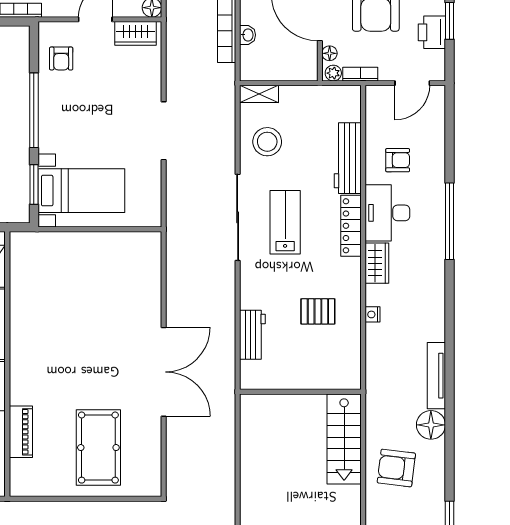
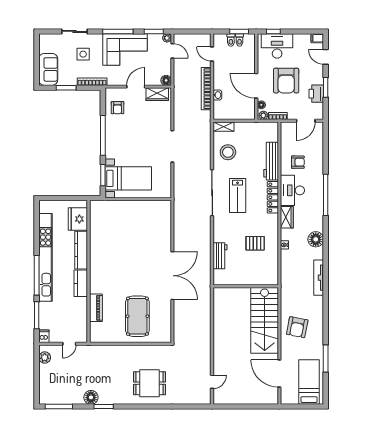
lab bench: (285, 222) -> (238, 195), turned 180
floor lamp: (431, 425) -> (316, 239), moved
stairs: (344, 439) -> (265, 320), width x1.36, depth x1.51
armchair: (396, 468) -> (297, 327), turned -86

